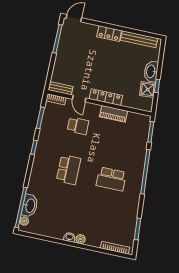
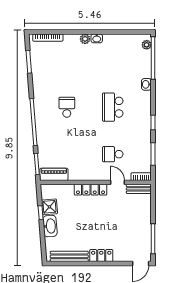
piano: (114, 114) -> (54, 174), moved
school desk: (111, 179) -> (67, 107), width x0.54
washbasin: (30, 206) -> (146, 84), moved, width x0.52, depth x0.69

